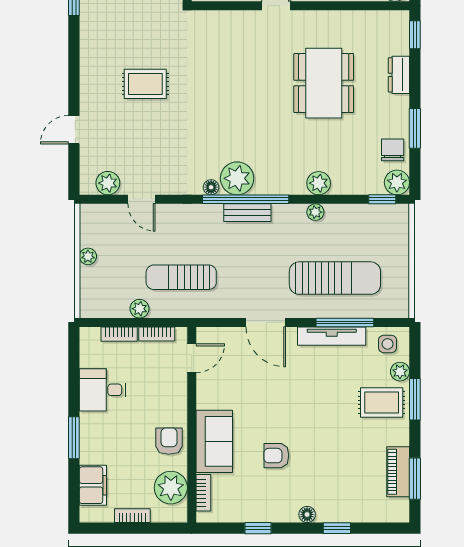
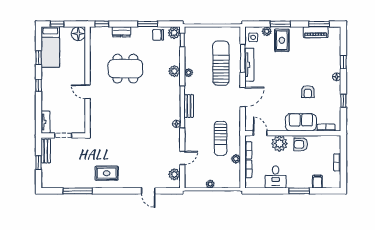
rug: (145, 84) -> (107, 173), moved, turned 90
plant: (237, 178) -> (172, 111), removed
filing cabinet: (93, 485) -> (317, 182), width x0.50
plant: (171, 488) -> (279, 144), moved

